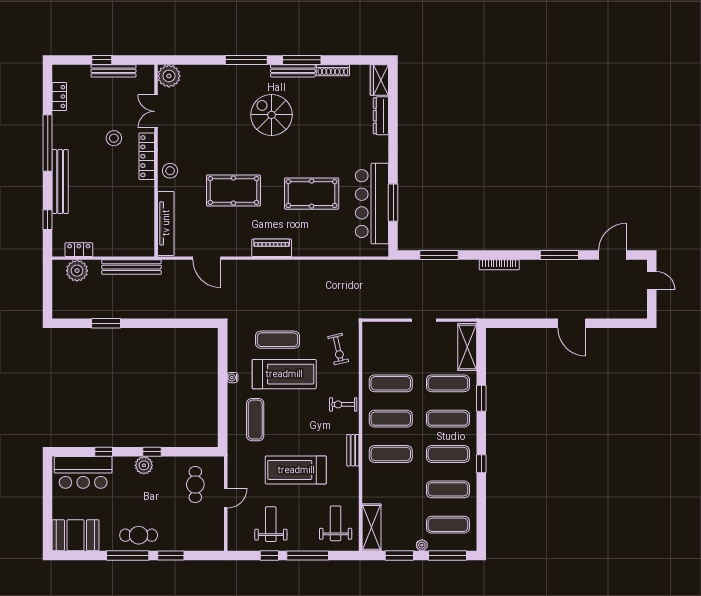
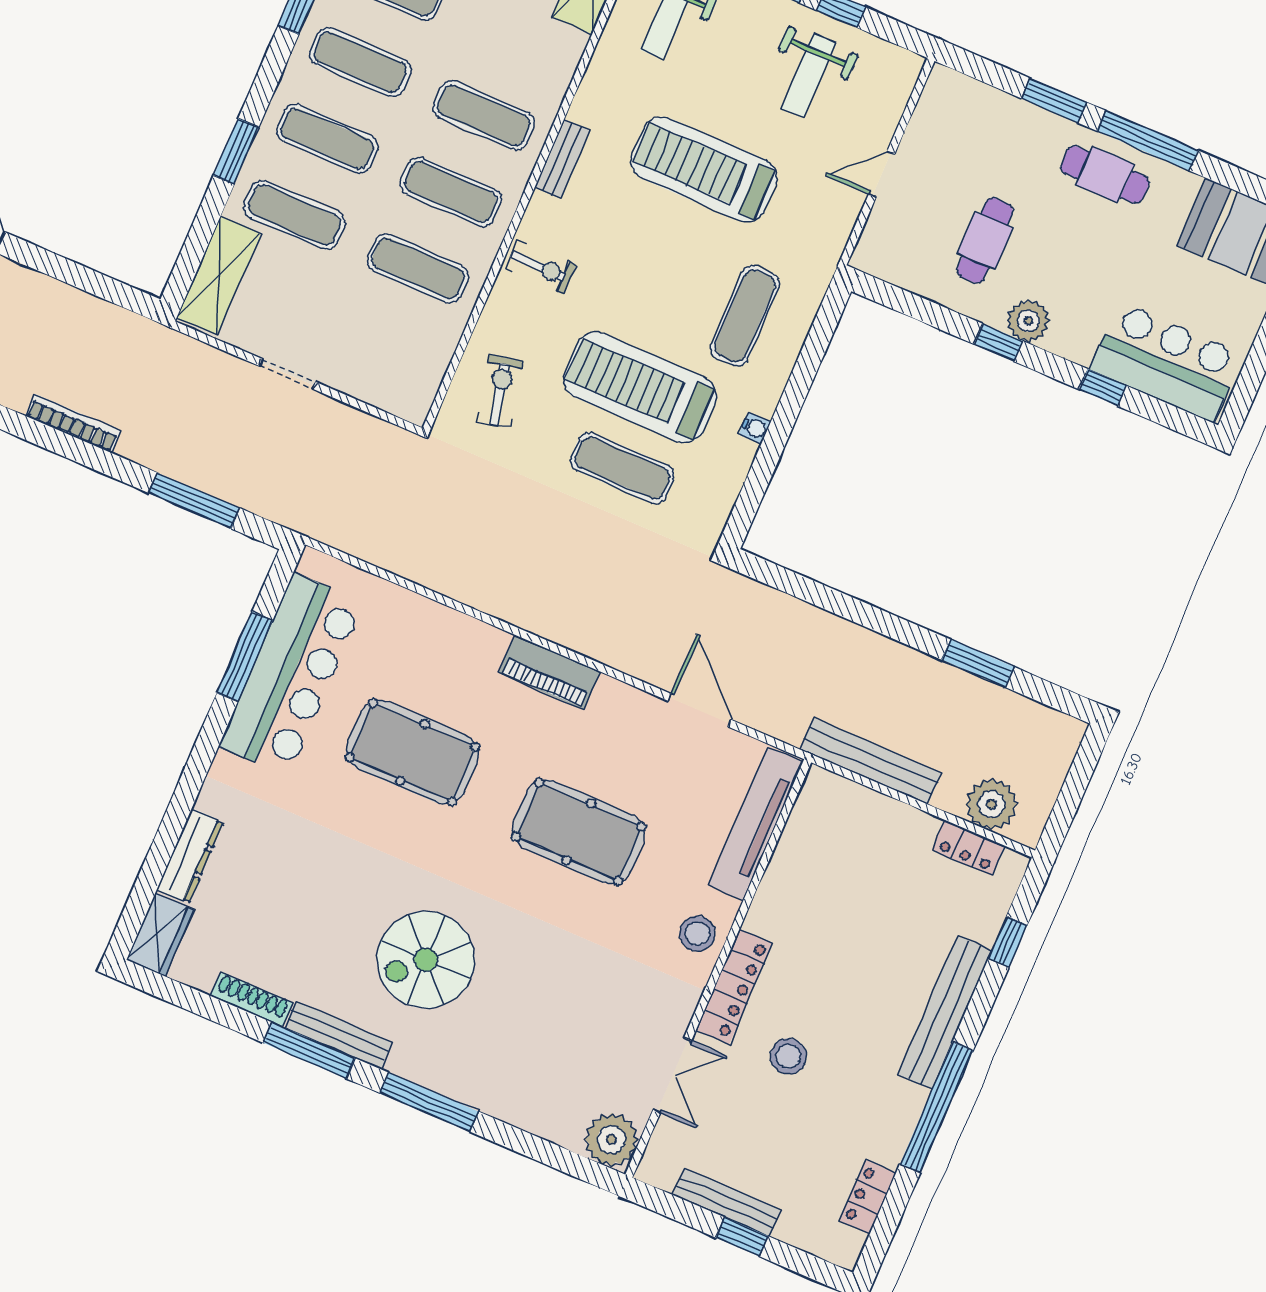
spiral stairs: (272, 115) -> (426, 960), turned 90
treadmill: (296, 470) -> (704, 169), turned 180
cafe table: (195, 484) -> (985, 240), moved

